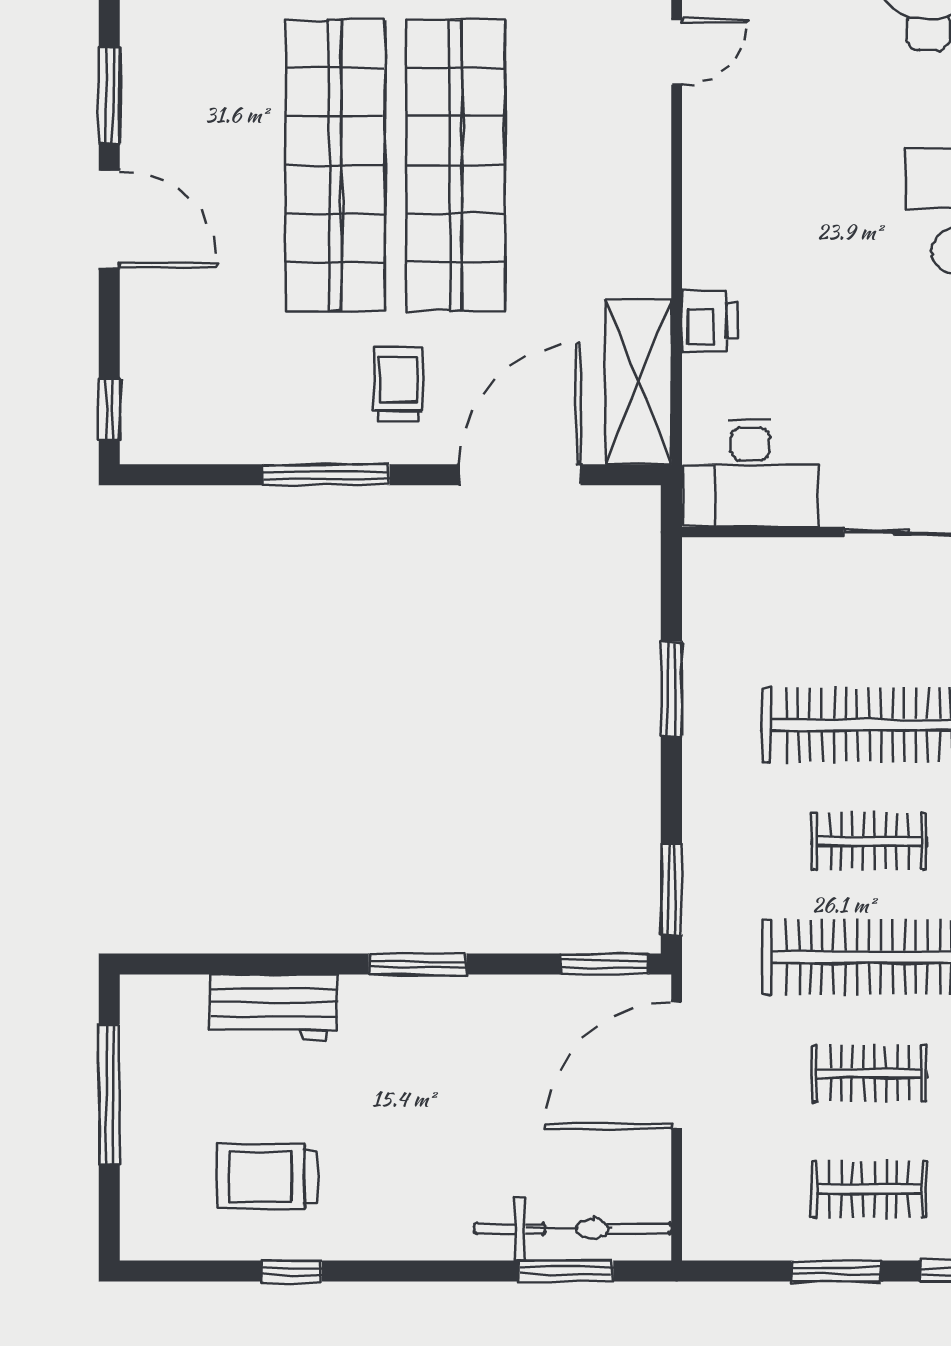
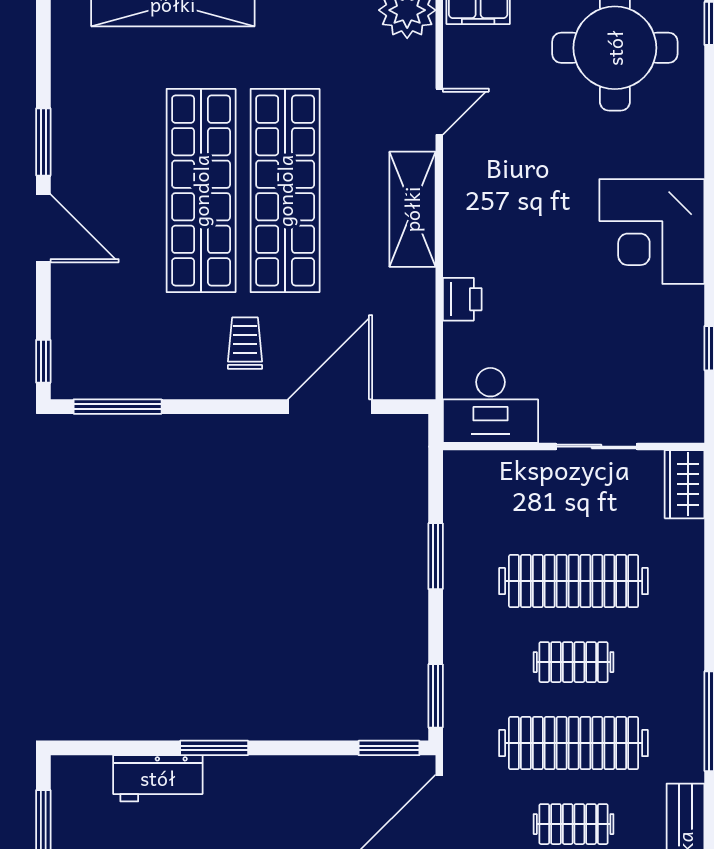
shelving: (638, 382) -> (412, 209), moved
window: (326, 475) -> (118, 407), moved
window: (418, 964) -> (214, 748), moved

